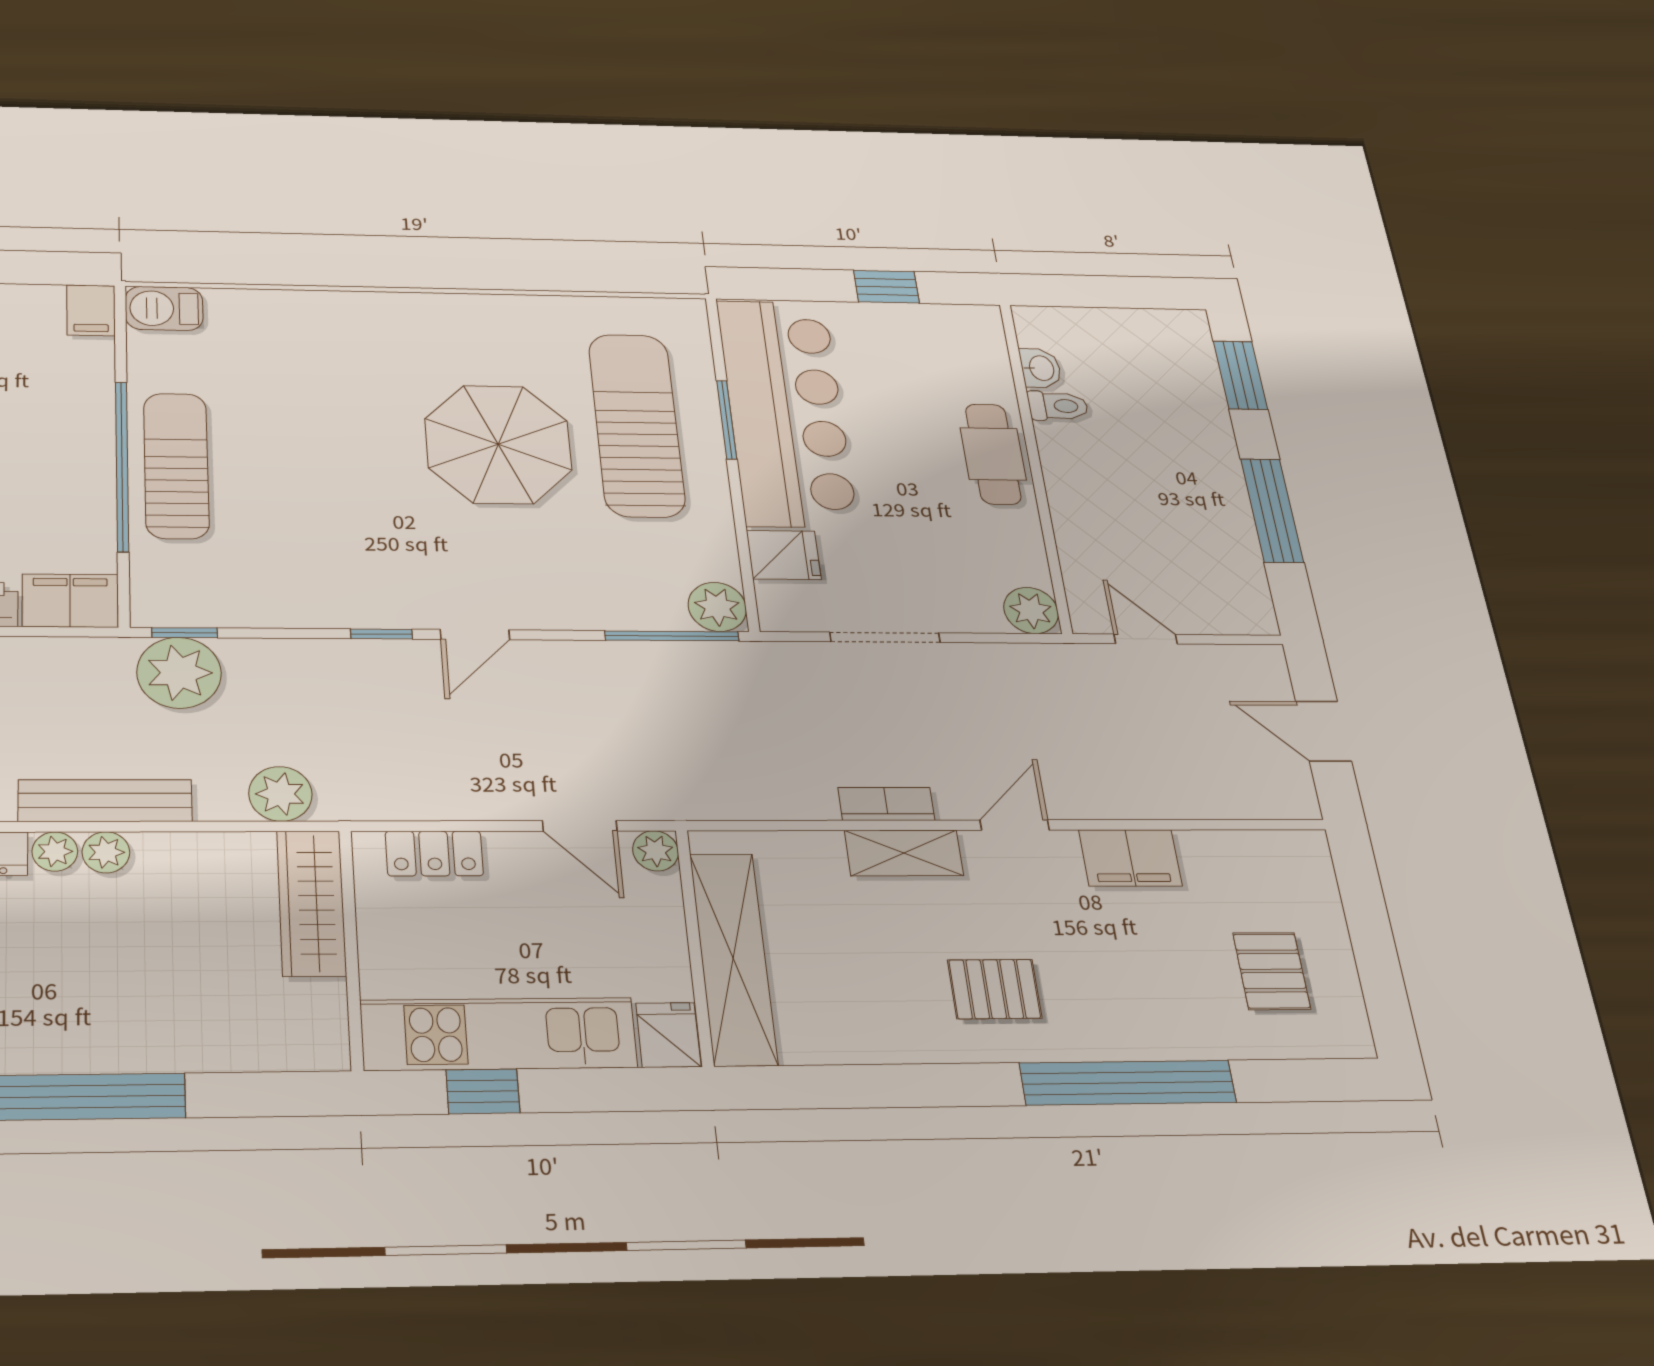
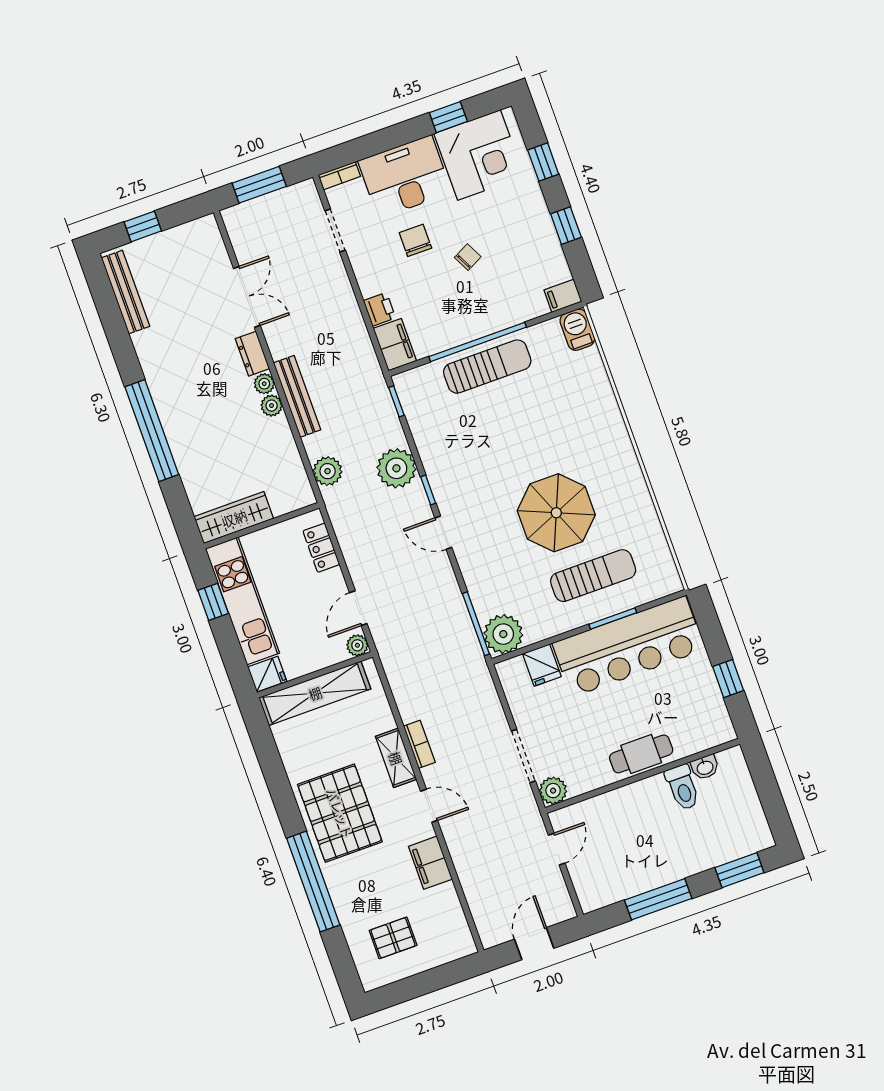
toilet: (1058, 406) -> (683, 787), width x1.37, depth x1.39
sun lounger: (636, 425) -> (593, 576), width x0.73, depth x0.75
plant: (717, 607) -> (503, 634), width x1.36, depth x1.36
doorway: (885, 637) -> (523, 756), moved
plant: (179, 673) -> (396, 468), moved
wardrobe: (311, 903) -> (234, 518), moved
pallet: (995, 989) -> (340, 813), width x2.05, depth x2.00

